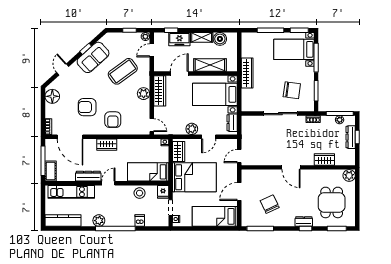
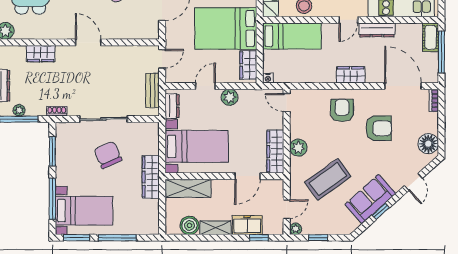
shelving: (210, 65) -> (188, 188), moved
chair: (292, 90) -> (108, 155), moved, turned 58
bench: (246, 134) -> (152, 90), added

